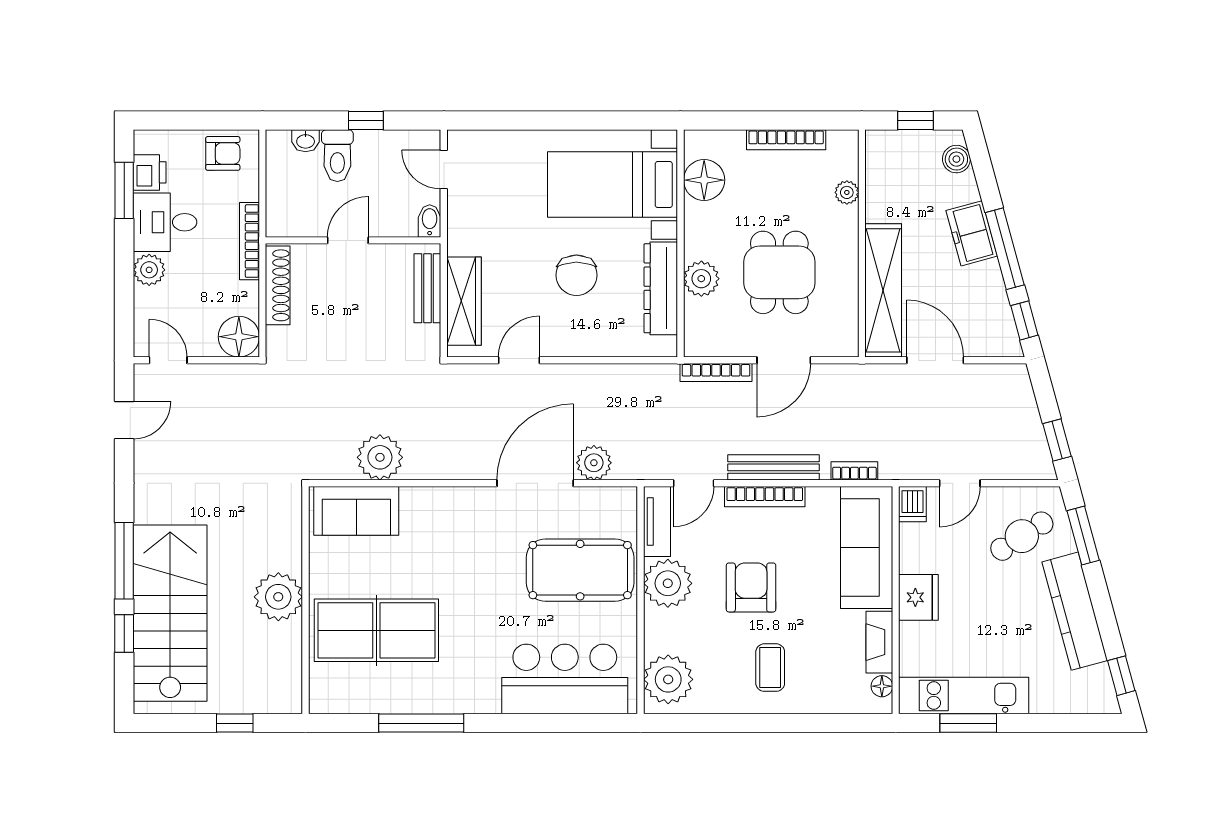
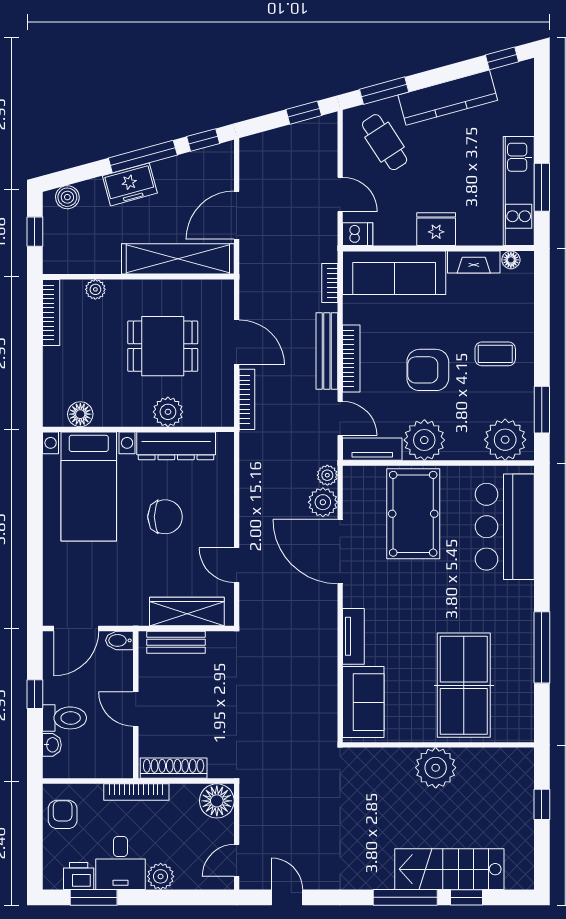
bookcase: (786, 140) -> (51, 313), moved
door: (444, 170) -> (76, 628), width x1.38
floor lamp: (704, 180) -> (80, 414), width x0.73, depth x0.73
plant: (380, 457) -> (327, 475), moved, width x0.53, depth x0.53
tv unit: (434, 499) -> (353, 636), added
stairs: (170, 613) -> (449, 869), width x0.73, depth x0.66
window: (704, 723) -> (542, 410), added

